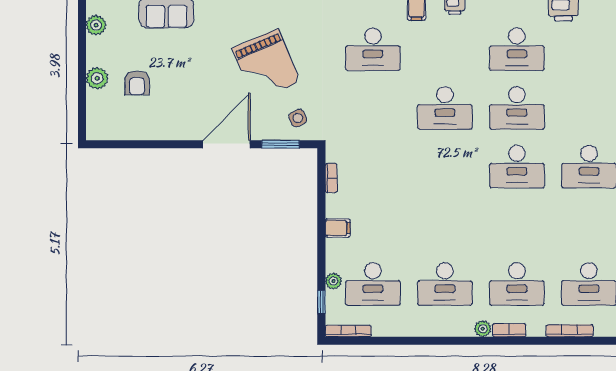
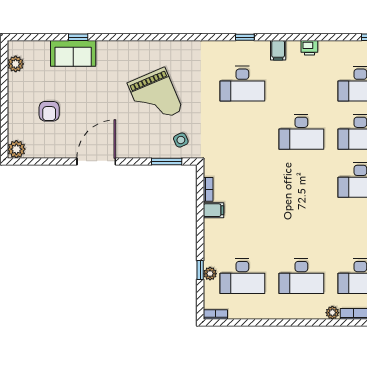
plant: (97, 78) -> (16, 149), moved
door: (226, 144) -> (96, 162), moved
filing cabinet: (338, 228) -> (214, 210), moved
window: (321, 302) -> (200, 270), moved
bookcase: (348, 331) -> (215, 314), width x0.64

